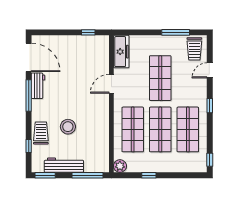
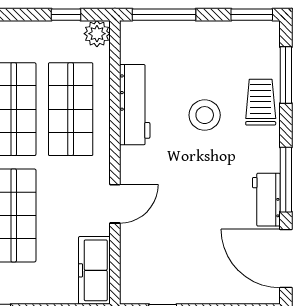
trolley: (41, 133) -> (261, 102), turned 180
window: (29, 146) -> (286, 75), width x2.17
workbench: (64, 165) -> (135, 105), moved, turned -90
window: (149, 175) -> (66, 15), moved

